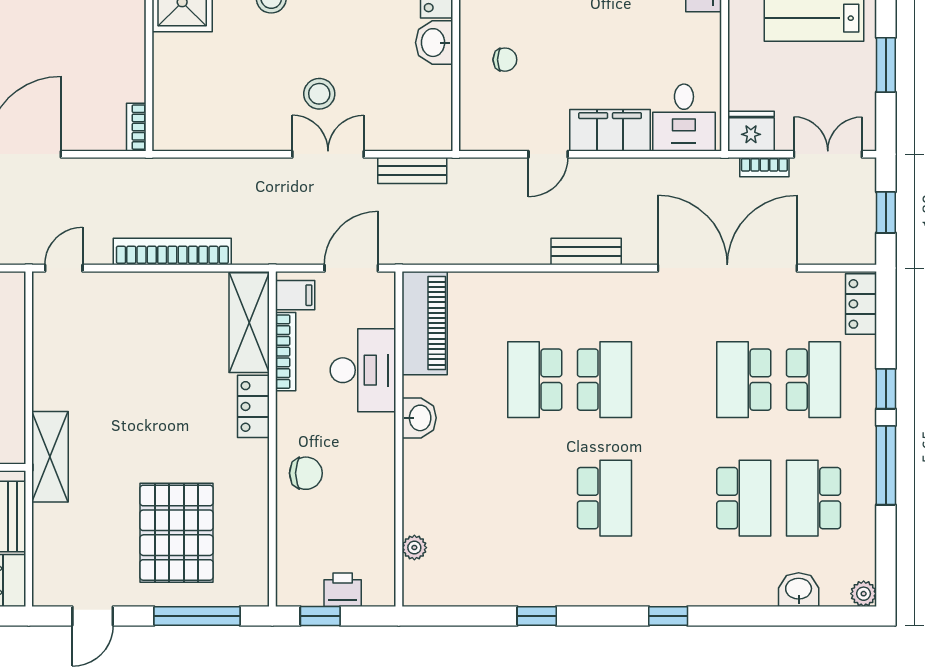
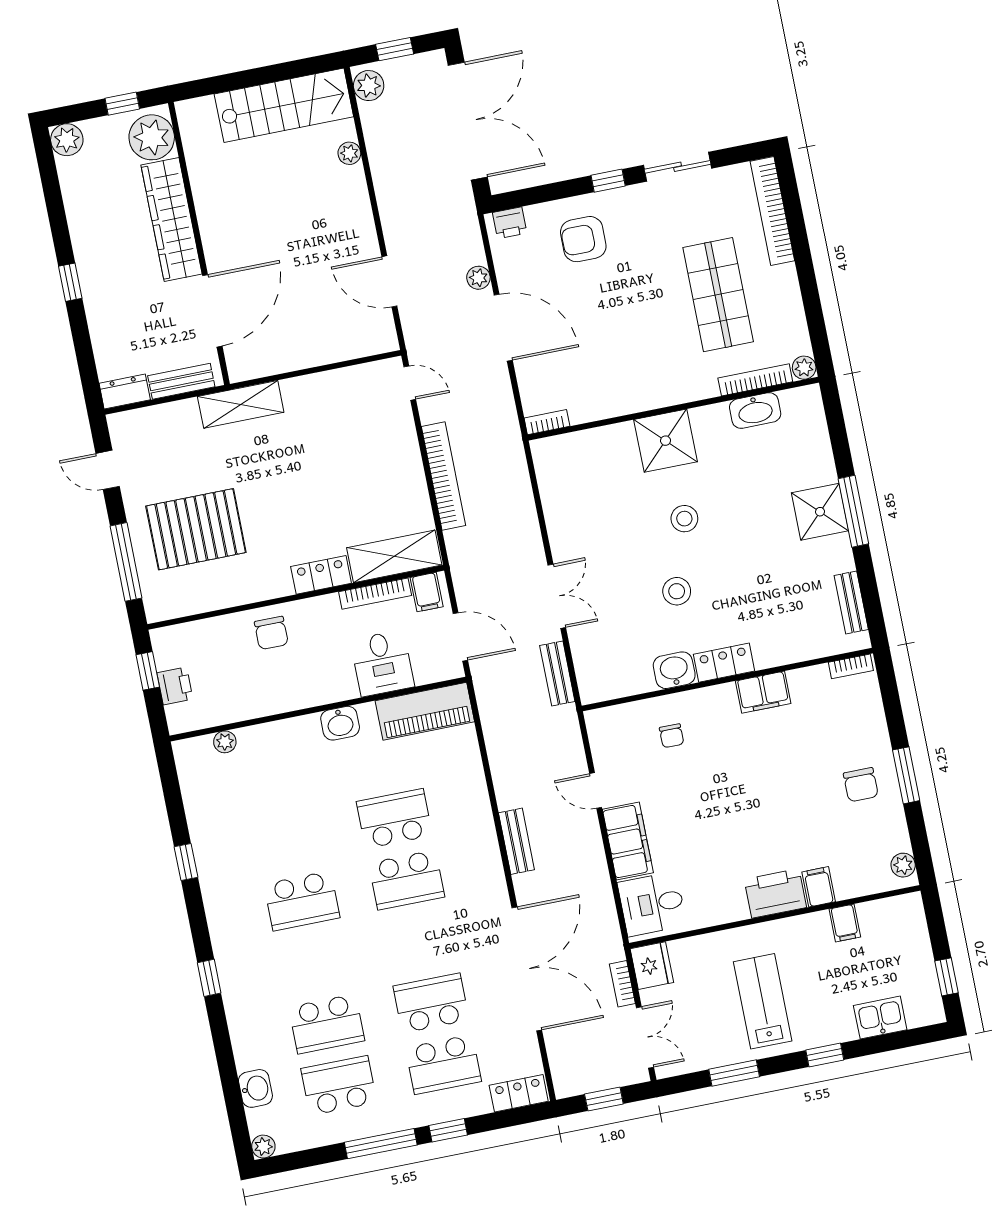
stool: (319, 94) -> (677, 591), moved
desk: (363, 370) -> (382, 663), width x0.73

